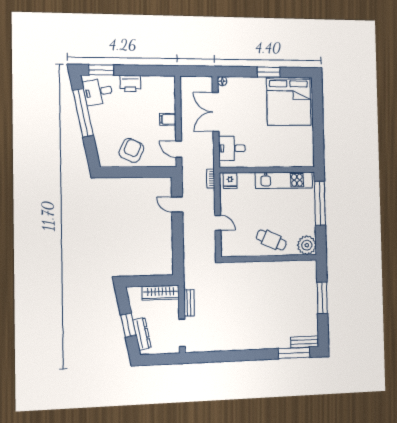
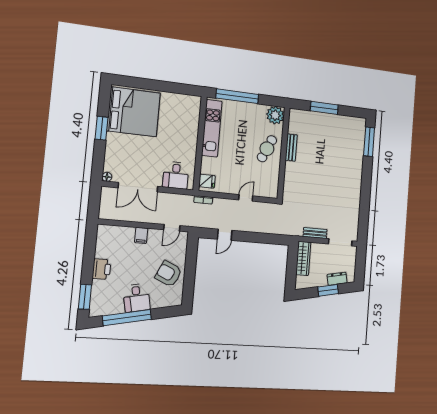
desk: (98, 92) -> (137, 298), moved
dresser: (142, 334) -> (337, 279), width x0.70
bench: (305, 342) -> (291, 148), moved

